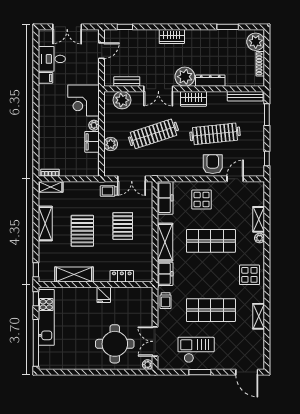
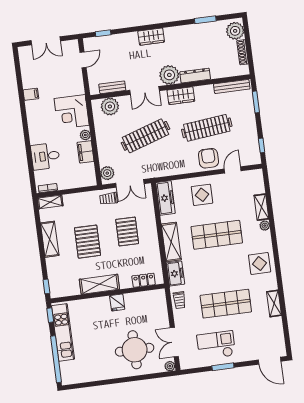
desk: (52, 59) -> (45, 156), moved
plant: (111, 144) -> (107, 173), moved
shelving: (74, 275) -> (99, 284), moved
locker: (122, 276) -> (144, 280), moved

